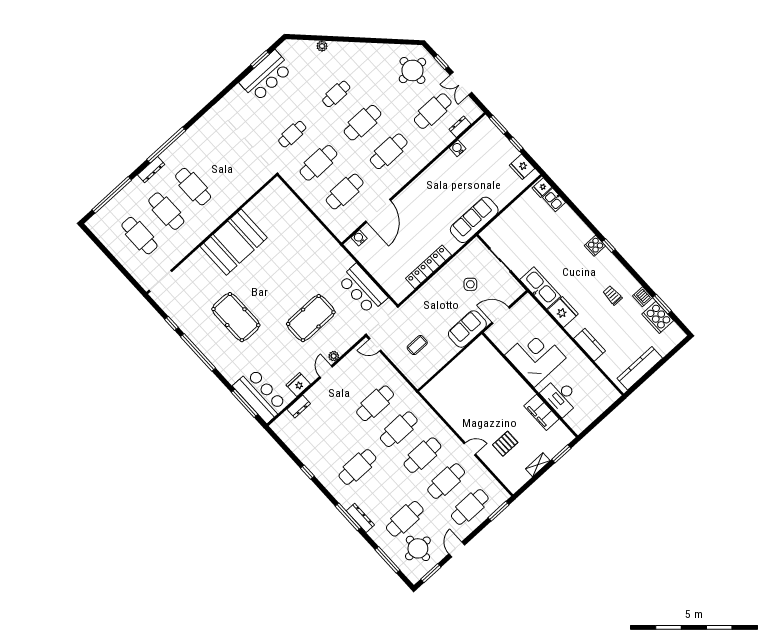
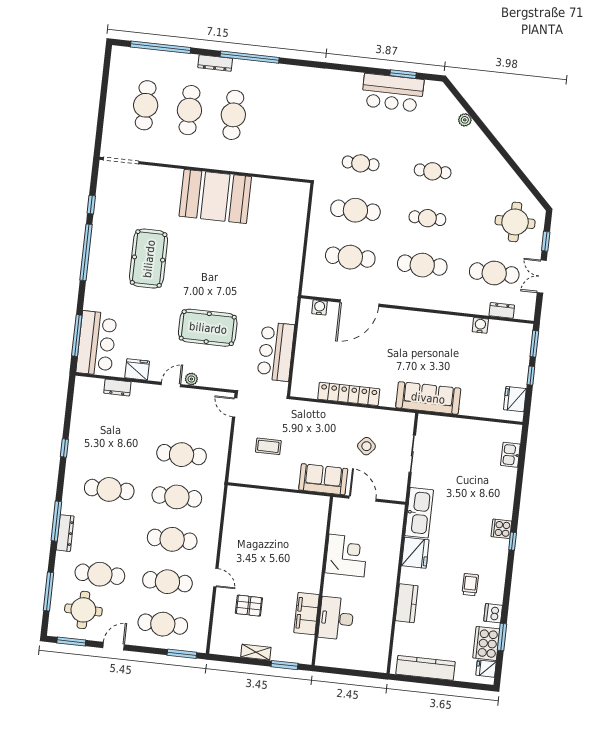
cafe table: (362, 123) -> (427, 218), width x0.73, depth x0.74
fridge: (542, 188) -> (486, 669), moved
corner desk: (535, 356) -> (346, 556), width x0.74, depth x0.74

